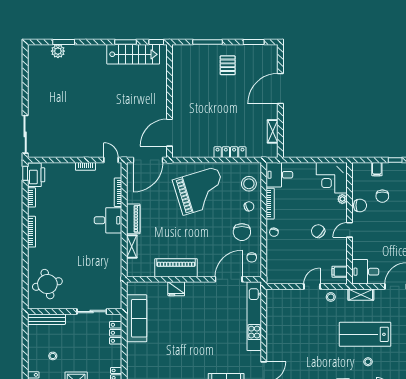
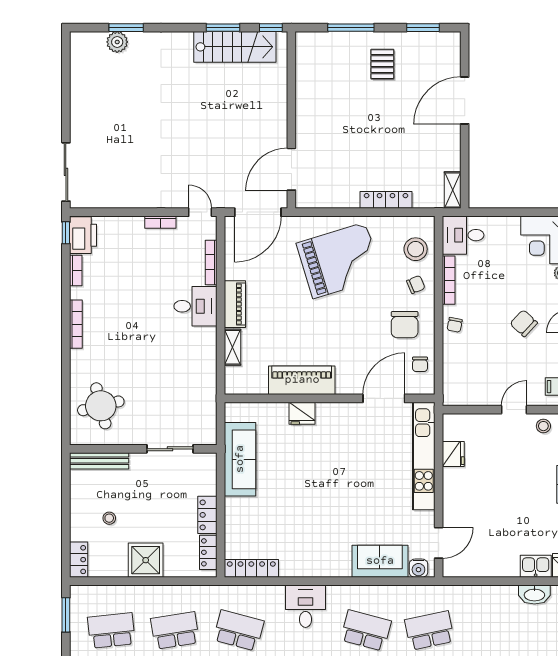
shelving: (273, 131) -> (453, 190), moved
fridge: (273, 315) -> (453, 454), added
locker: (116, 333) -> (207, 515), moved

